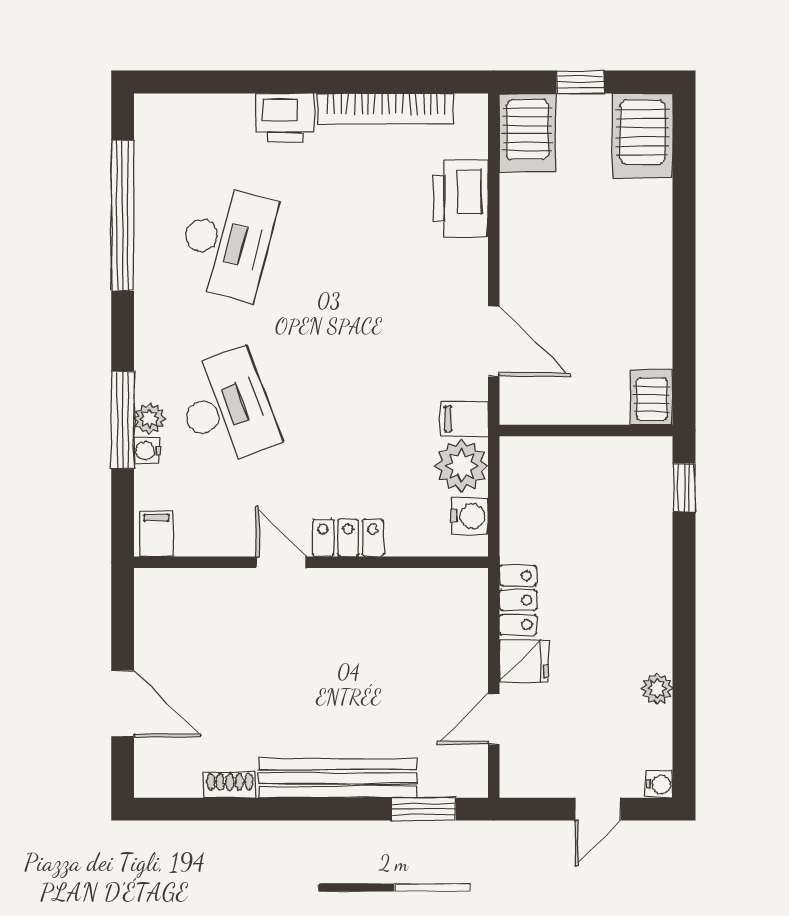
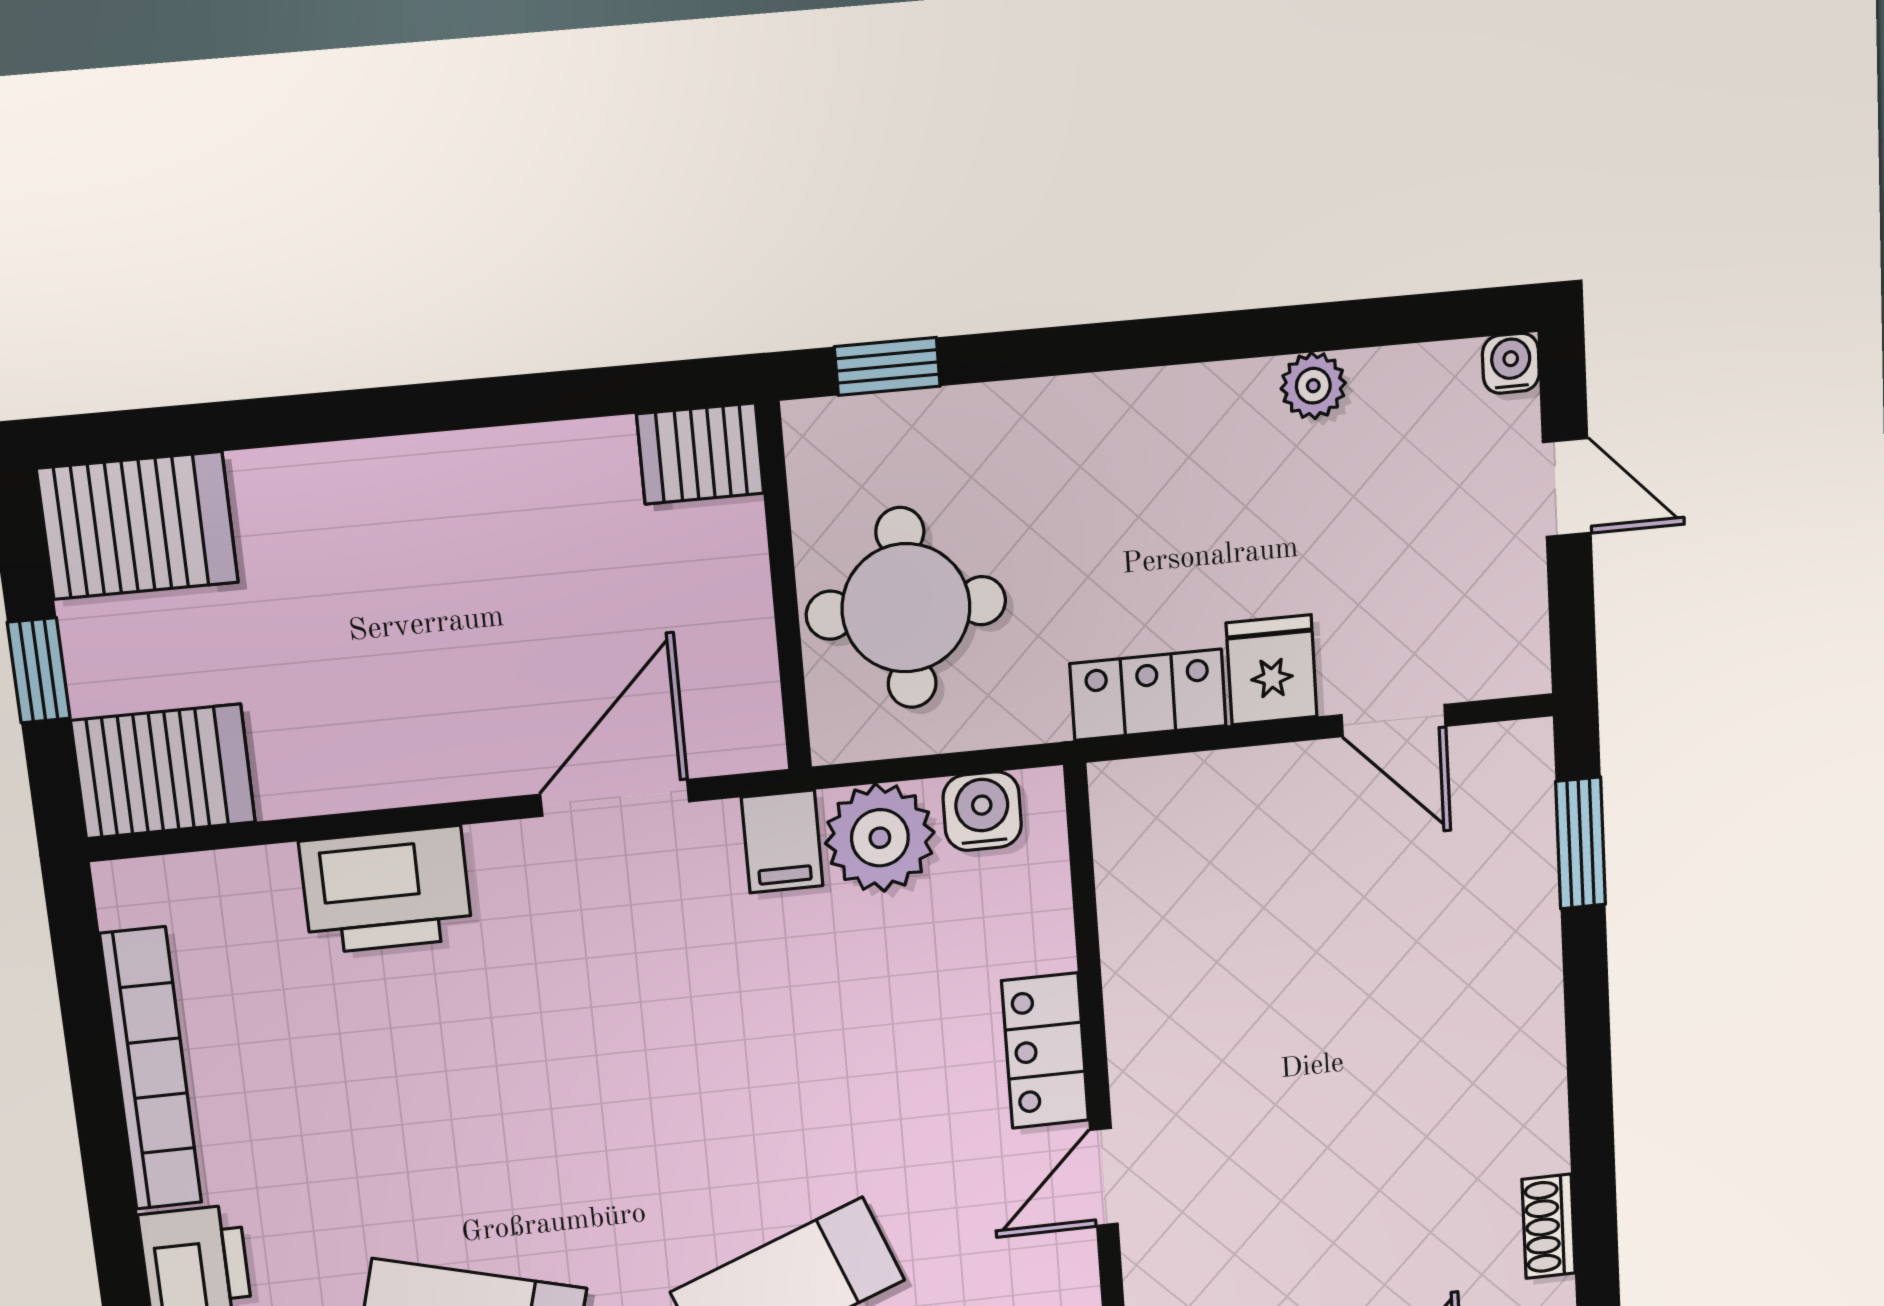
printer: (461, 199) -> (386, 890), moved
round table: (571, 487) -> (906, 608), added
bench: (338, 778) -> (1526, 1020), removed

